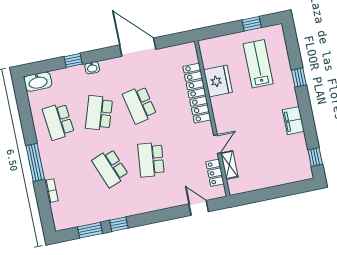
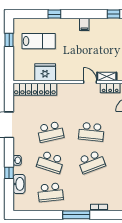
lab bench: (258, 64) -> (39, 41), turned 180
washbasin: (38, 82) -> (19, 184), moved
locker: (197, 93) -> (35, 89), moved
filing cabinet: (293, 121) -> (84, 24), width x0.50

